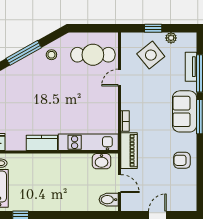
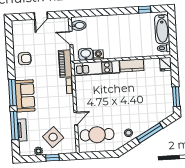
washing machine: (85, 160) -> (98, 55), added

